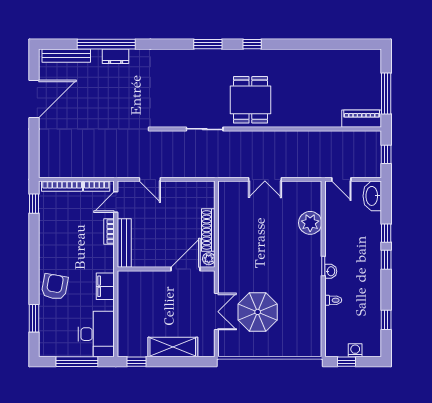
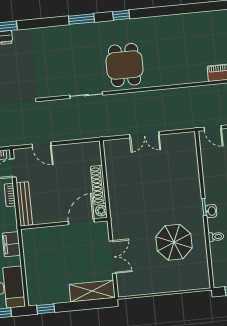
plant: (310, 223) -> (189, 170), removed
parasol: (258, 312) -> (174, 242), moved
shelving: (173, 347) -> (92, 291), moved

